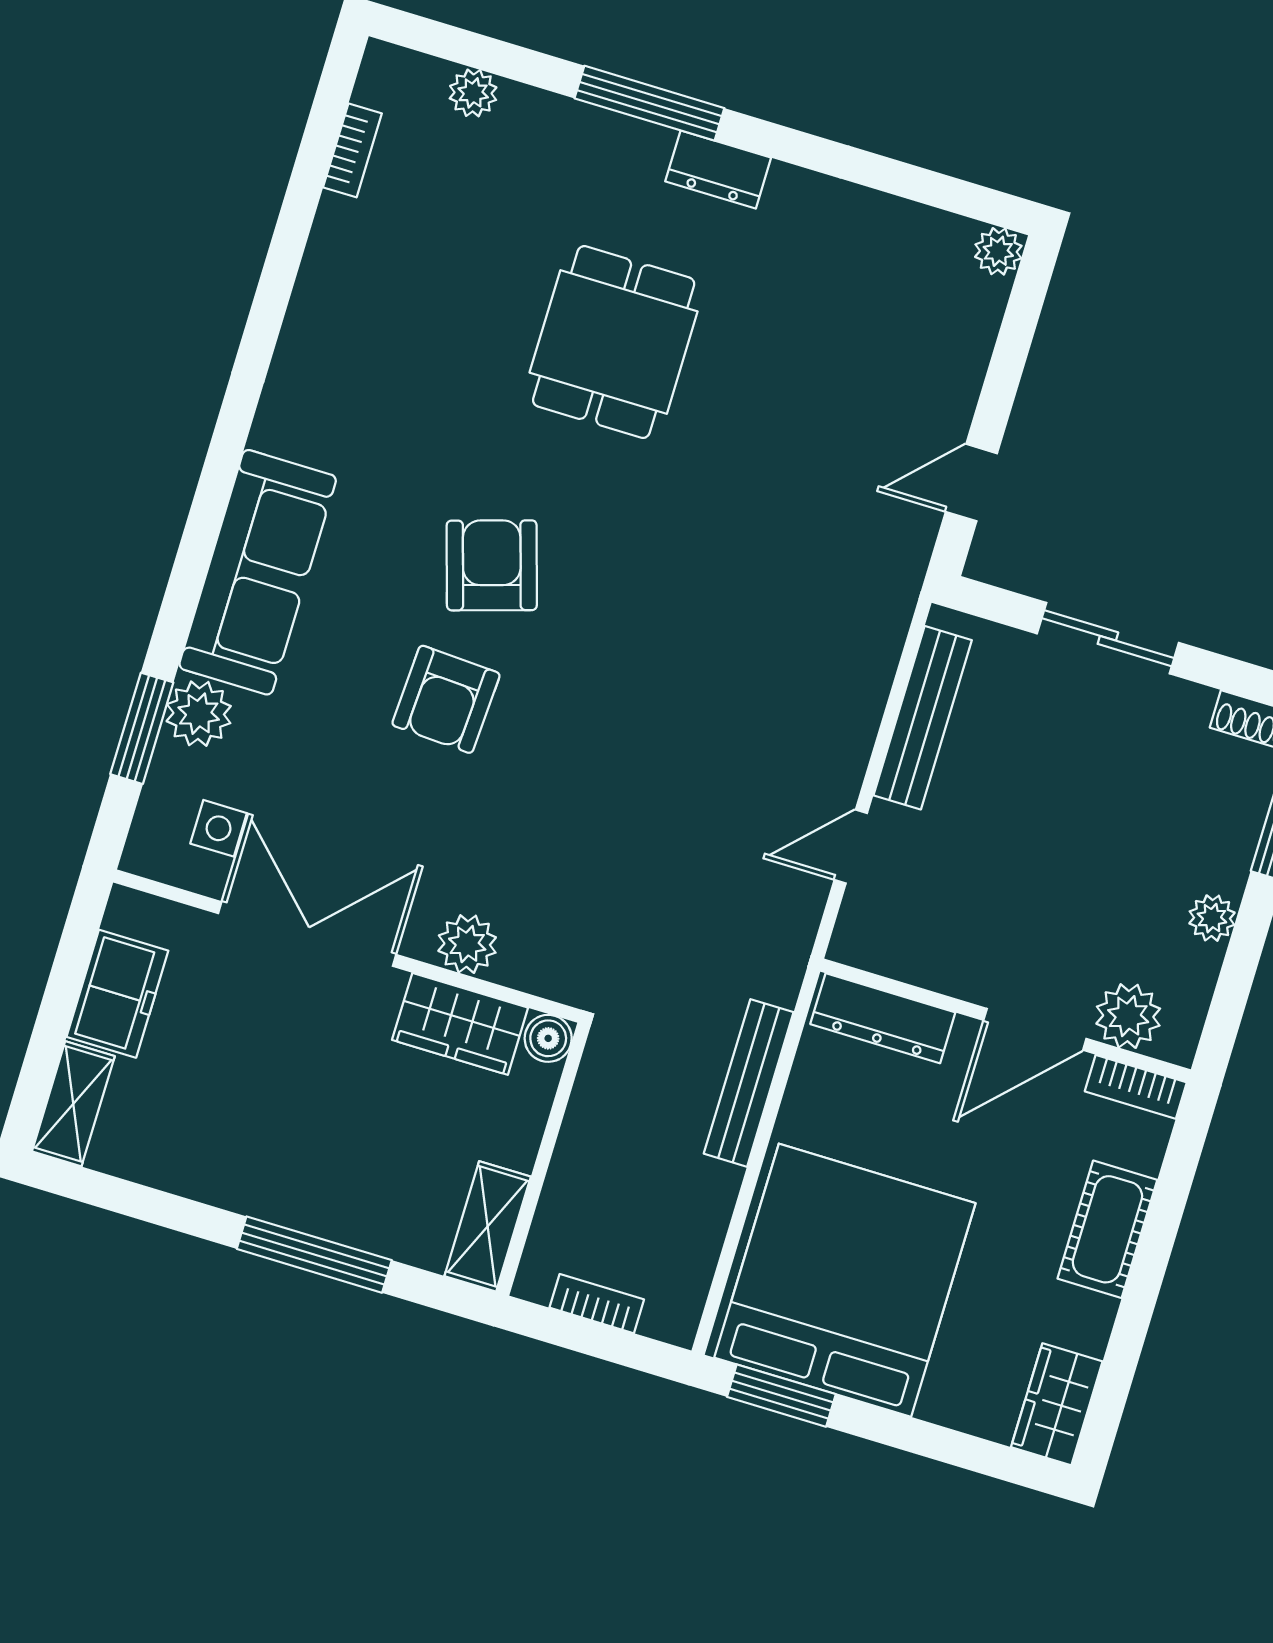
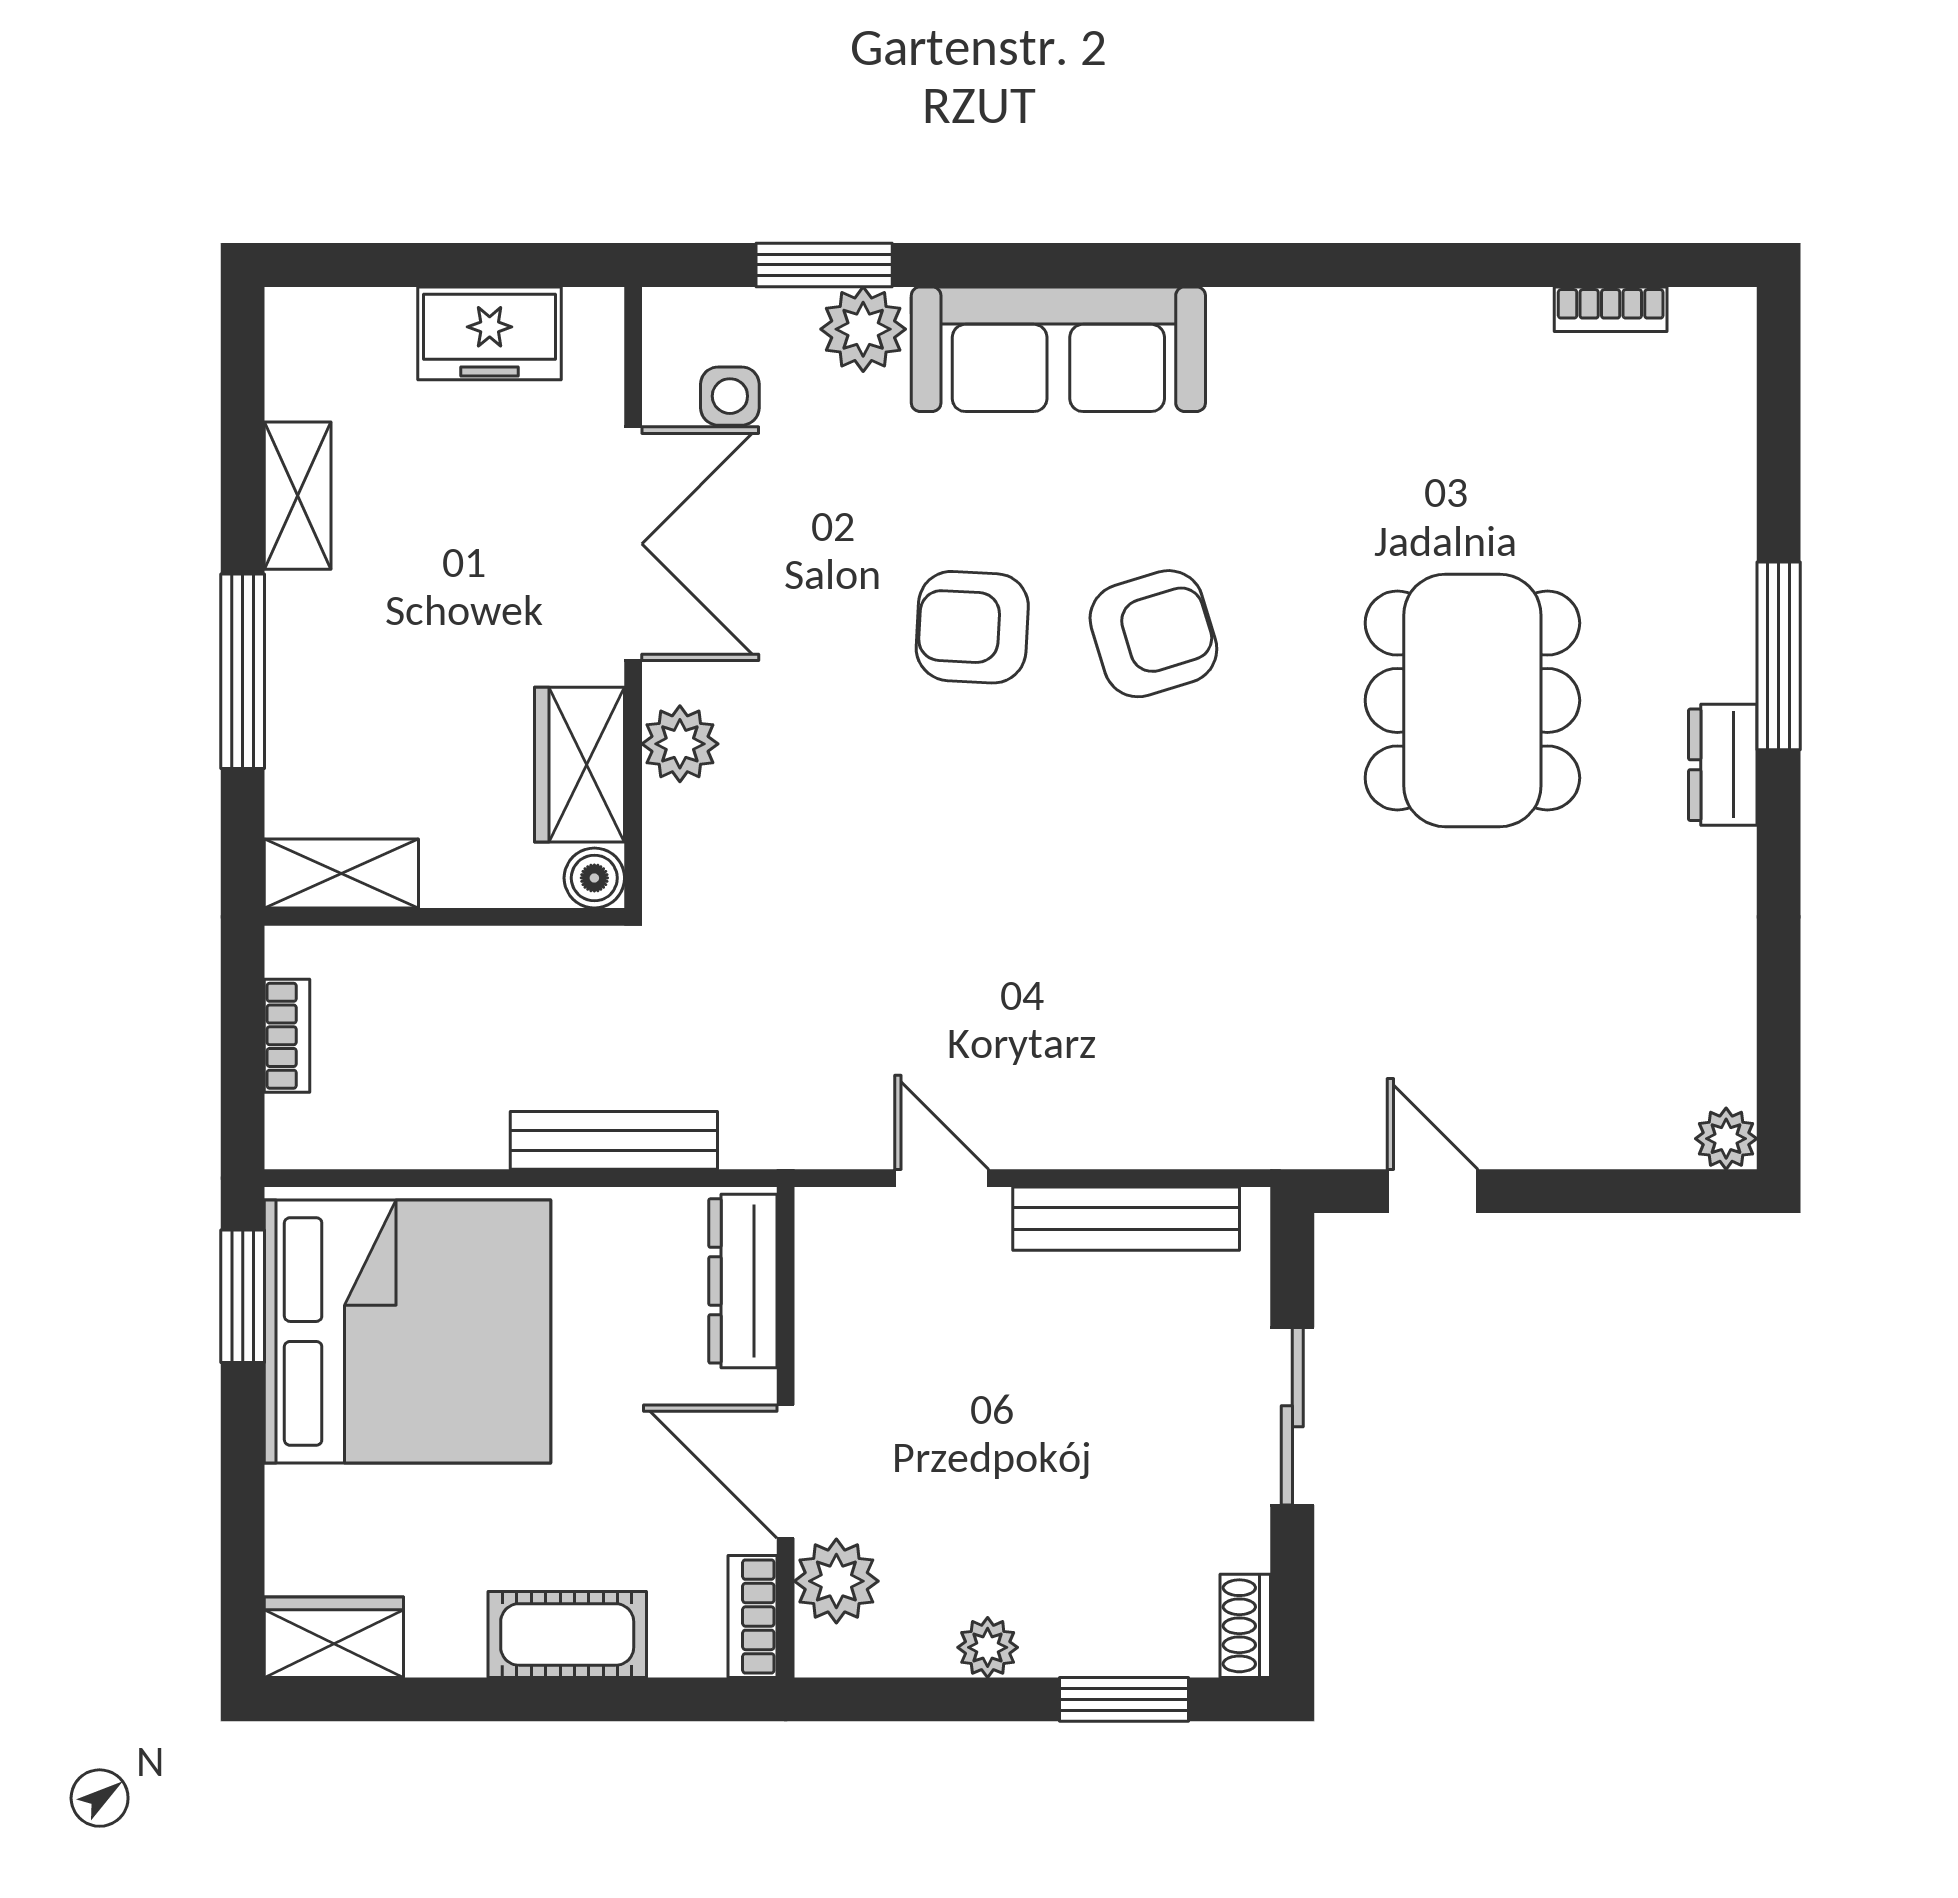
plant: (473, 93) -> (1726, 436), removed
dining table: (614, 342) -> (1472, 700), width x1.38
shelving: (73, 1104) -> (298, 496), moved, turned 90

